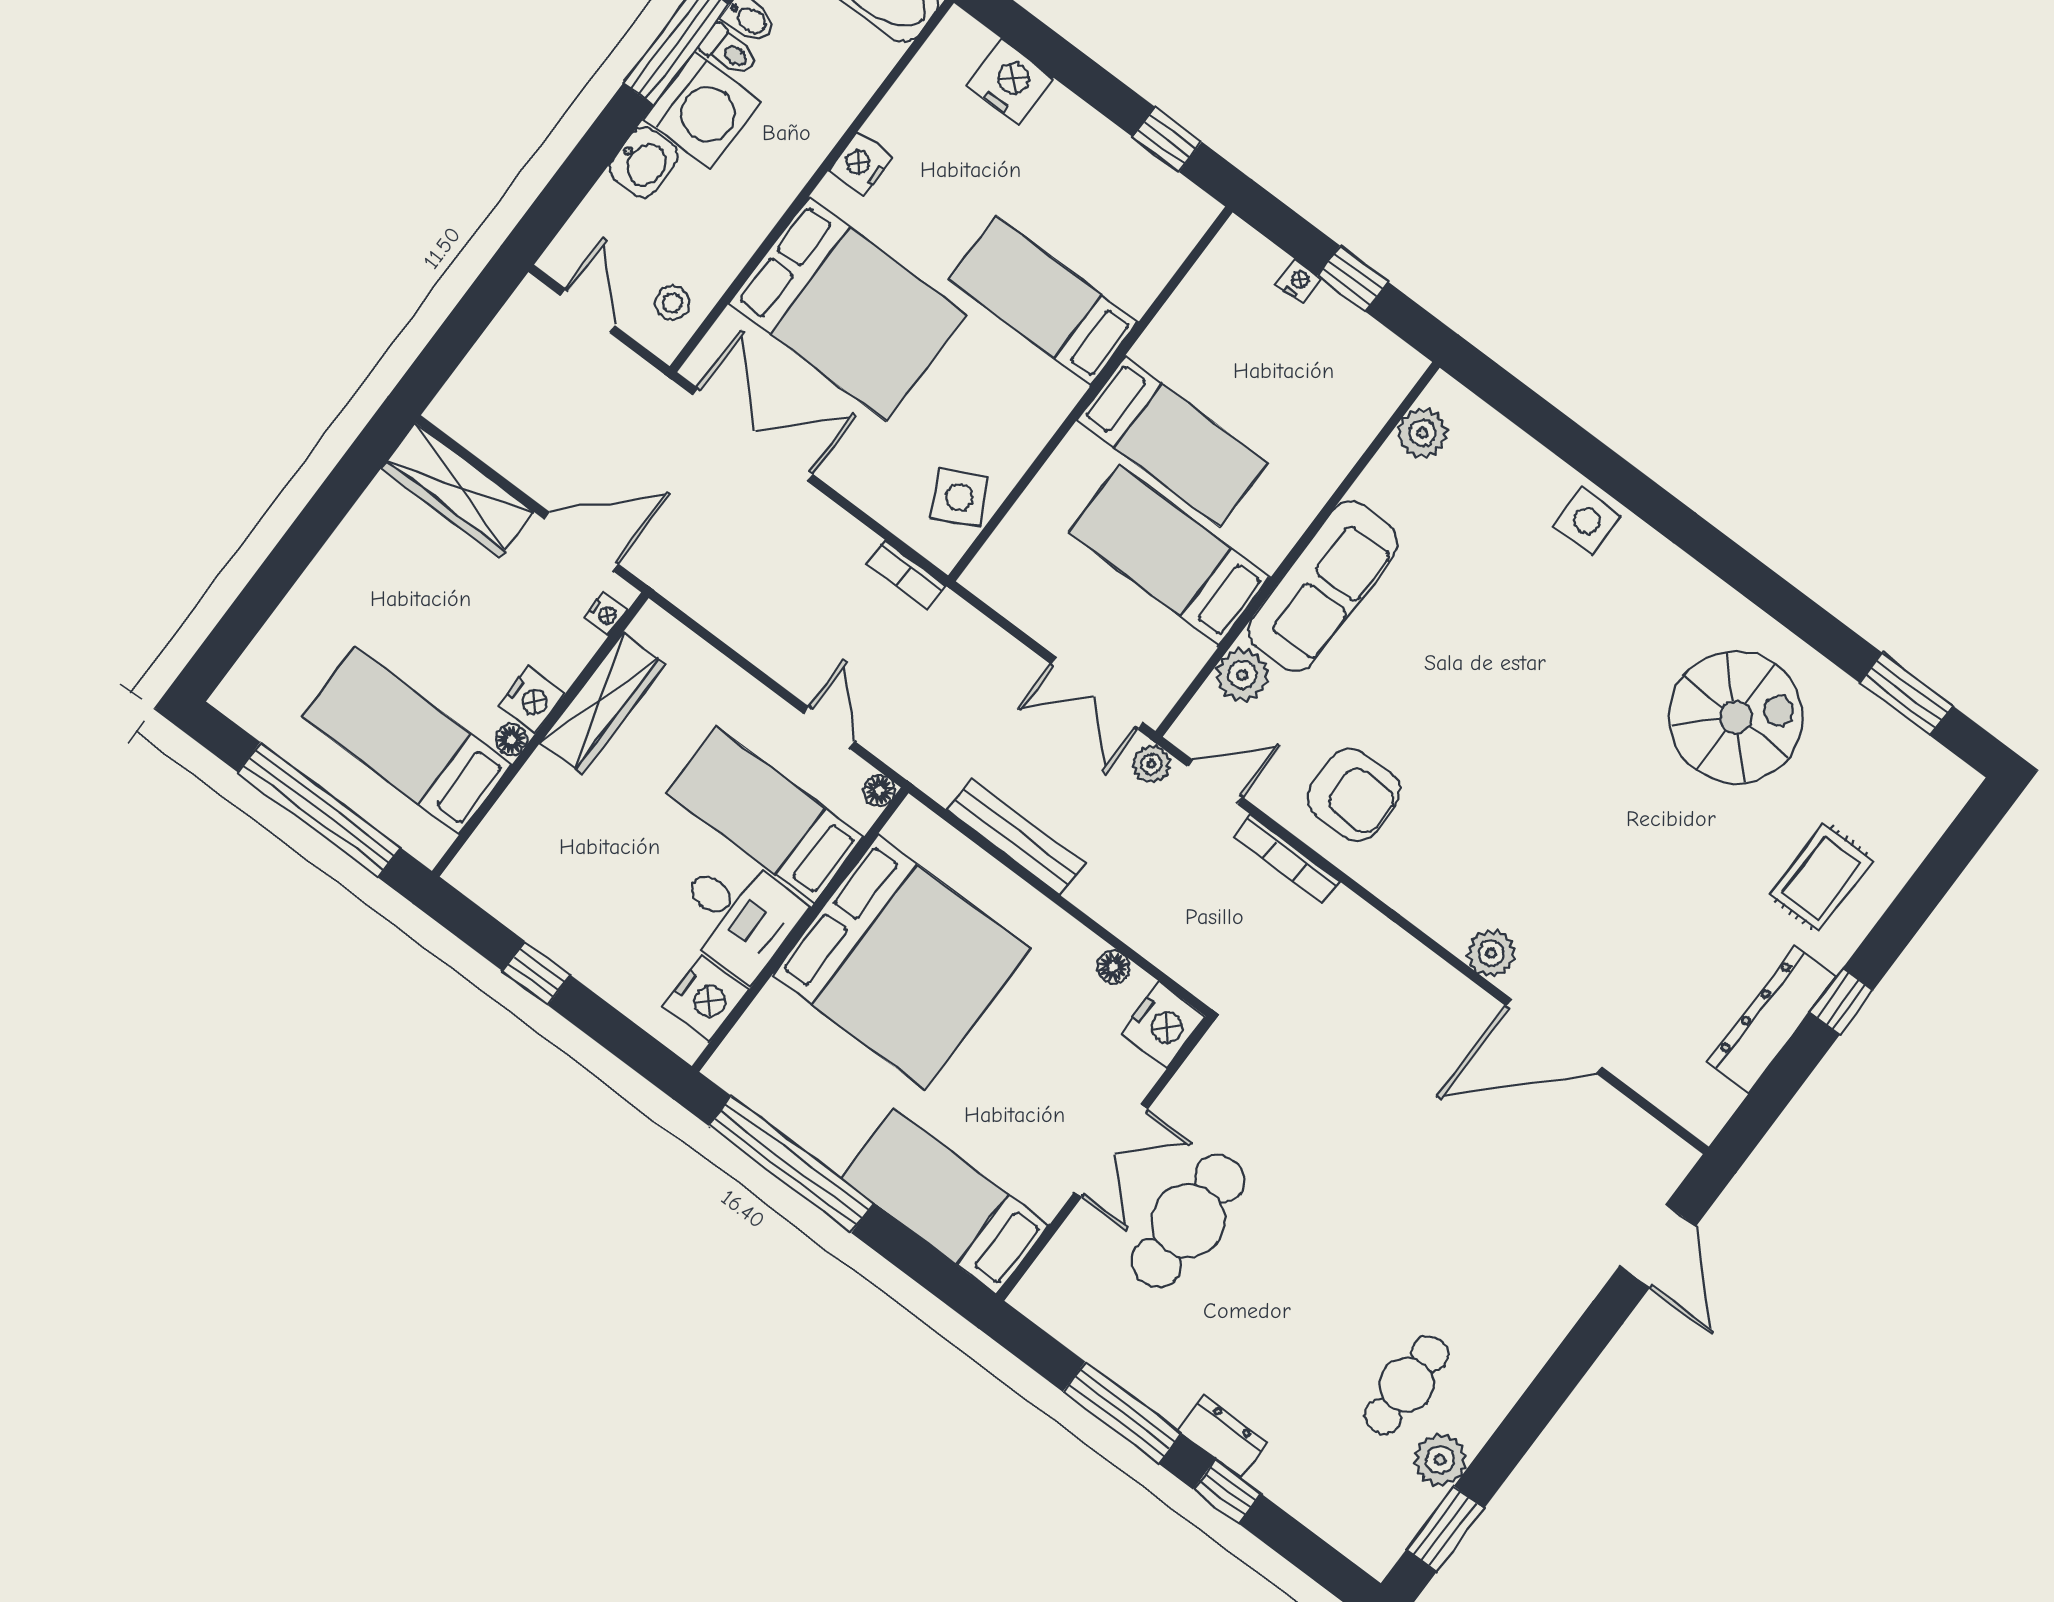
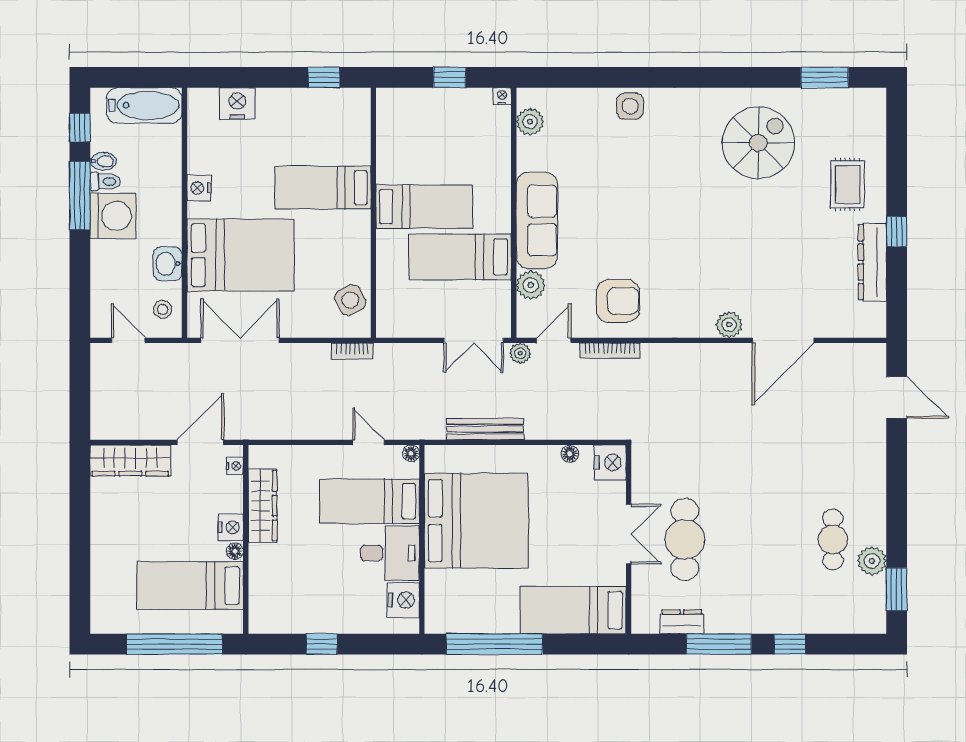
washbasin: (644, 163) -> (168, 264), moved, turned 180
nightstand: (1299, 281) -> (502, 96), moved
dresser: (1222, 1436) -> (682, 622), moved

